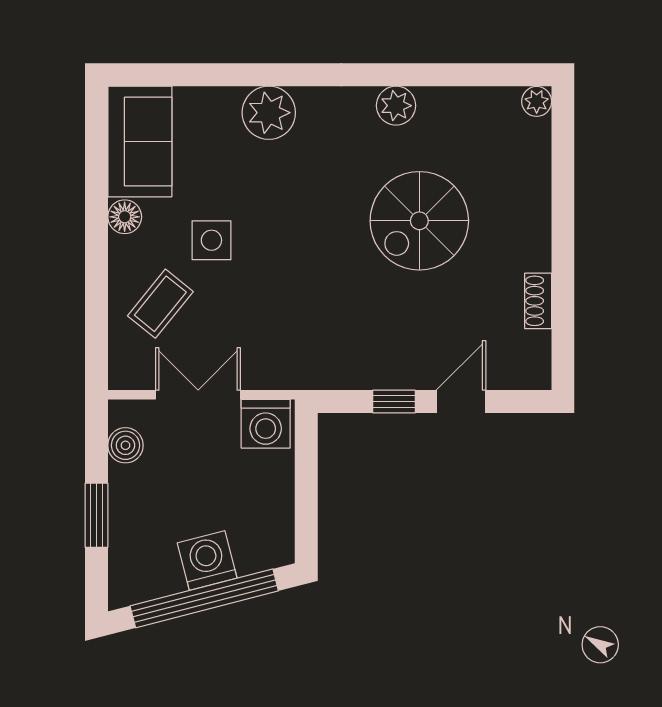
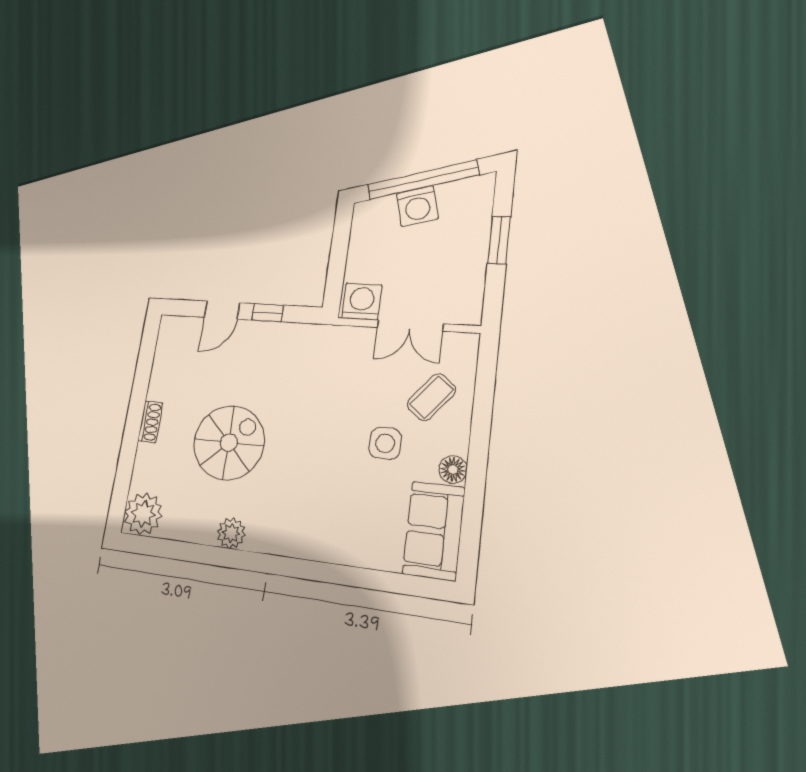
plant: (537, 101) -> (143, 514), width x1.88, depth x1.88
plant: (269, 113) -> (327, 541), removed
shoe rack: (538, 301) -> (150, 422), moved
boiler: (125, 445) -> (471, 291), removed

